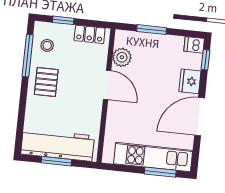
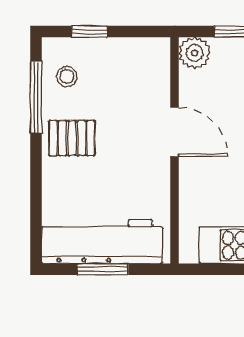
locker: (90, 34) -> (136, 50), removed
plant: (122, 57) -> (195, 53), moved
pallet: (46, 82) -> (72, 138), turned 90

